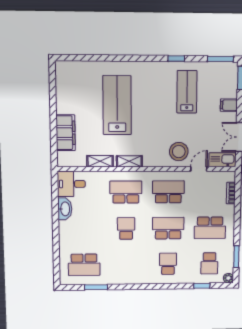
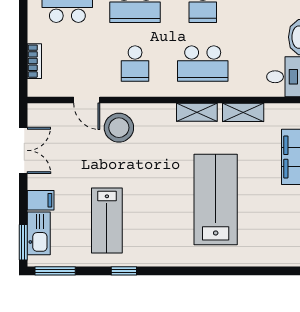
lab bench: (117, 105) -> (216, 199), turned 180
kitchen sink: (223, 160) -> (39, 233), moved, turned -90
door: (199, 169) -> (87, 100), hinge flipped
school desk: (168, 192) -> (135, 64), width x0.54

